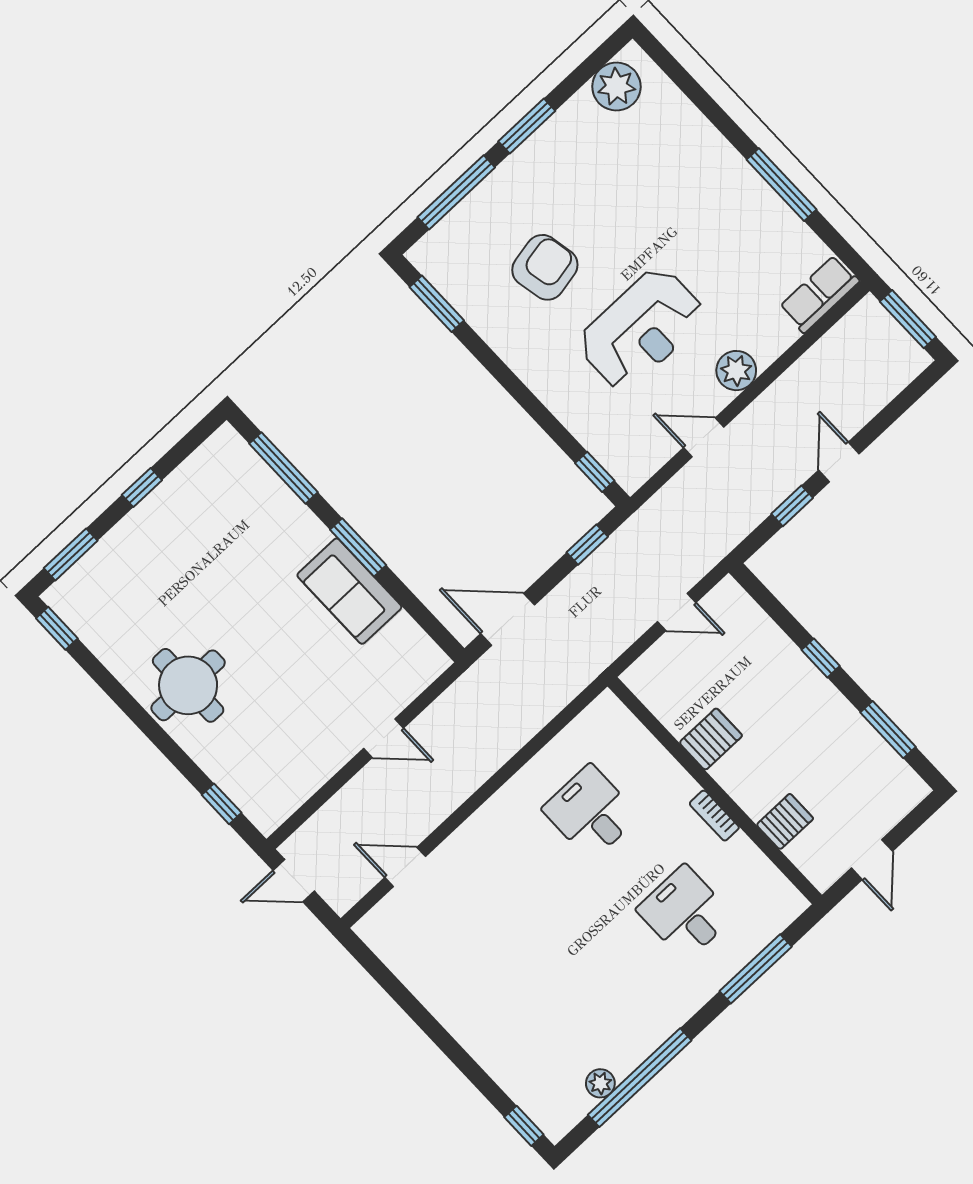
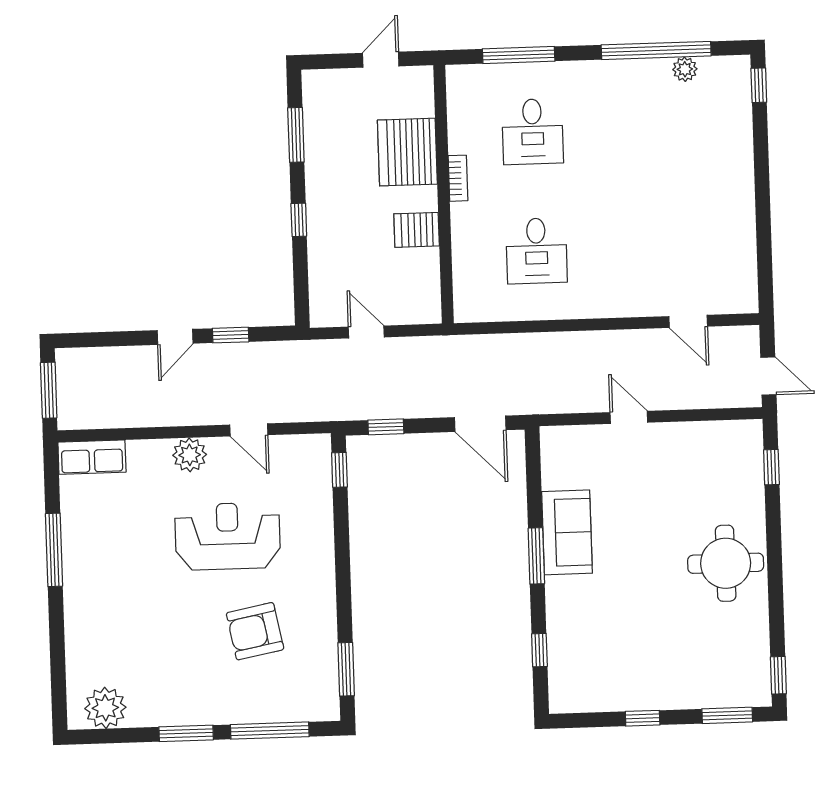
window: (283, 468) -> (539, 650), width x0.46
server rack: (785, 822) -> (407, 152), width x2.18, depth x1.44

